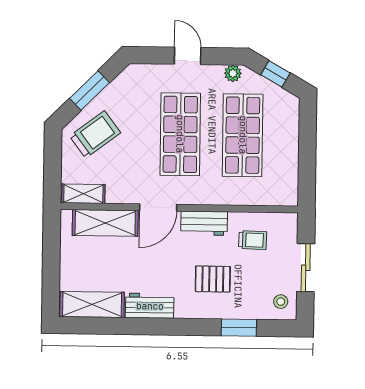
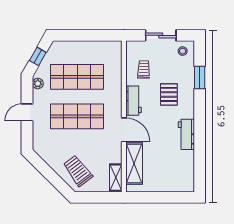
window: (89, 91) -> (50, 175), removed
shelving: (92, 305) -> (186, 171), removed

